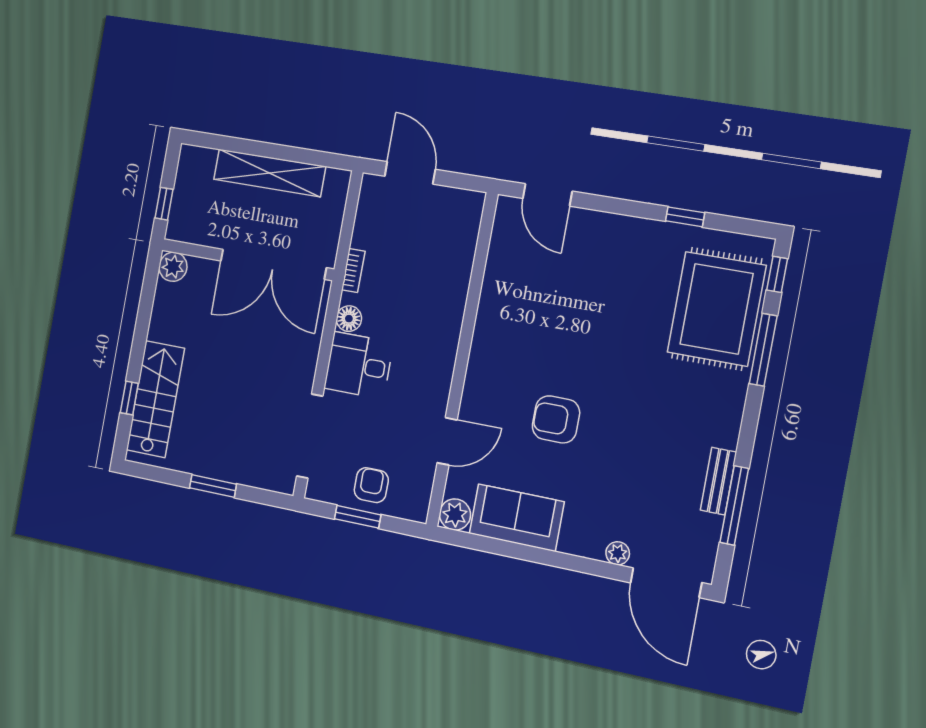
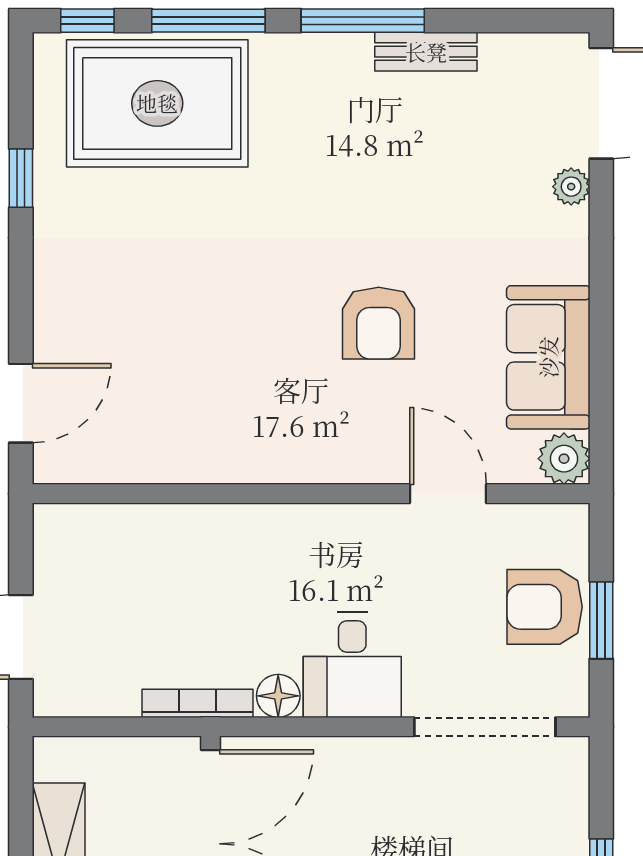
bookcase: (353, 271) -> (197, 703), width x1.56
armchair: (371, 485) -> (545, 607), width x1.38, depth x1.38
window: (734, 505) -> (363, 21), moved

